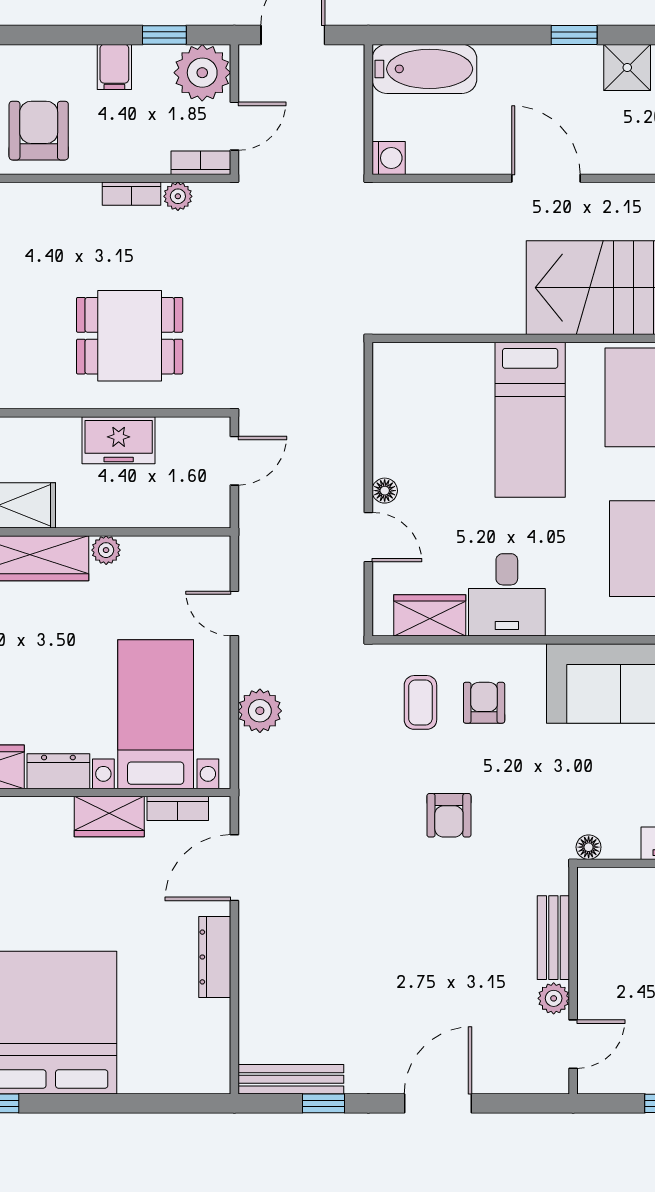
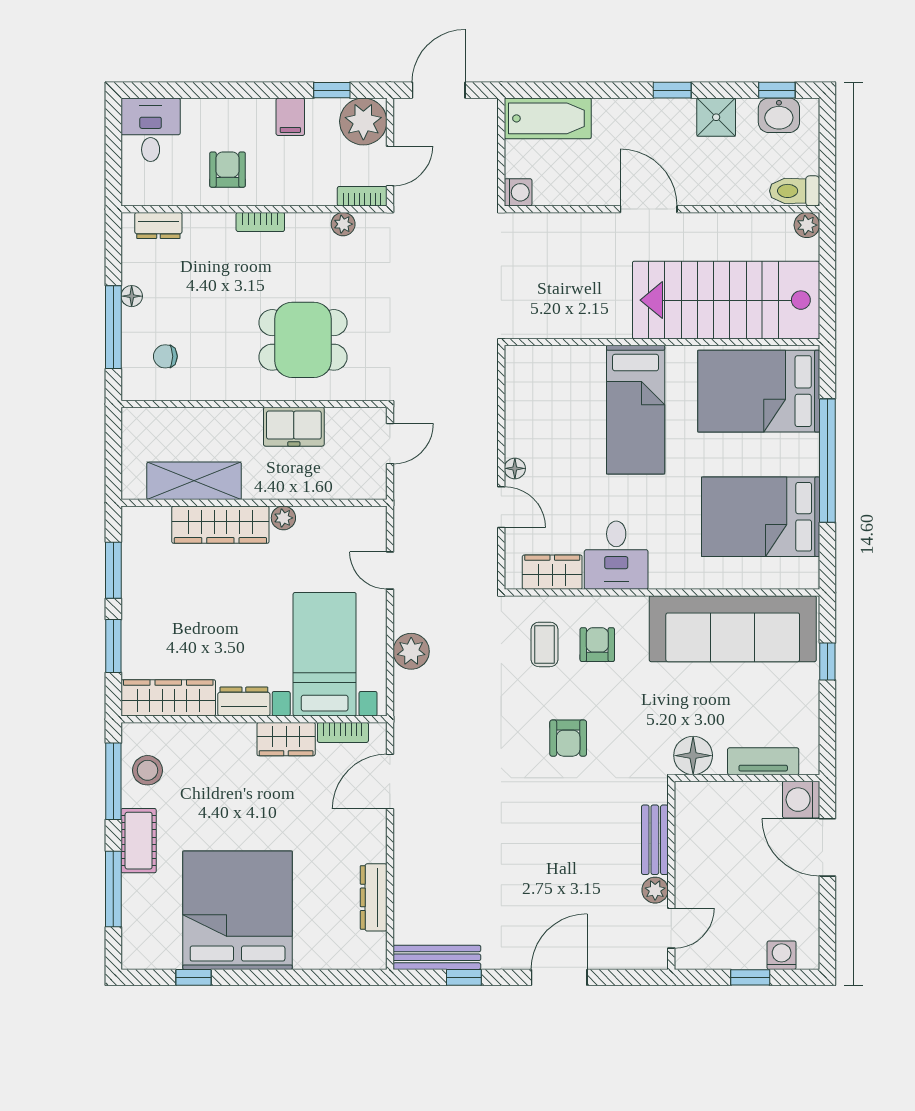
armchair: (39, 131) -> (228, 170), width x0.72, depth x0.72
bookcase: (132, 194) -> (260, 222), moved
floor lamp: (589, 847) -> (693, 756), width x1.89, depth x1.89
dresser: (215, 957) -> (374, 897), moved

